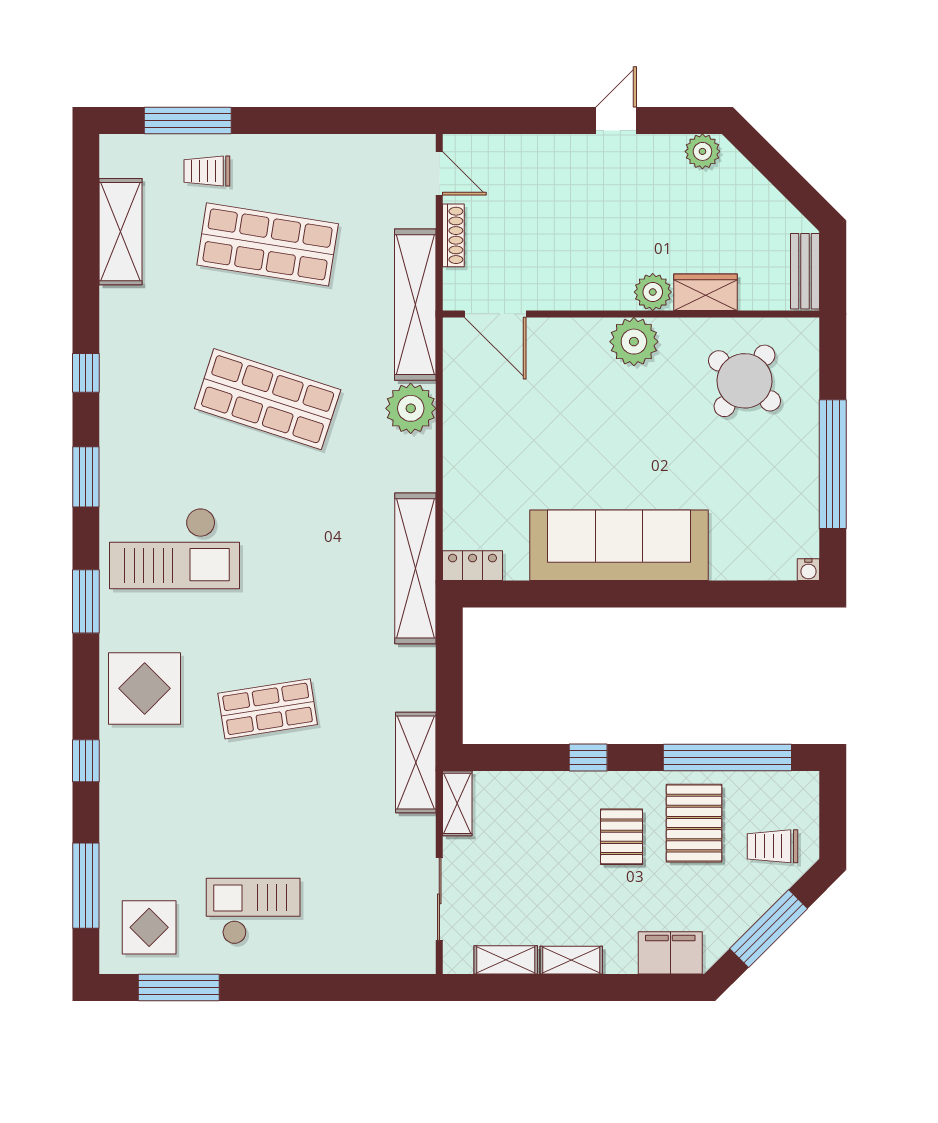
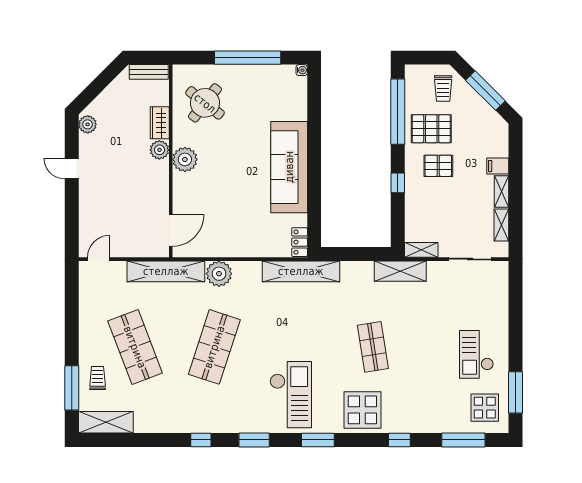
trolley: (207, 171) -> (98, 378), turned 180
shelving: (120, 232) -> (106, 422), moved
shoe rack: (453, 235) -> (131, 252), removed
shop shelf: (268, 244) -> (135, 347), turned -30
filing cabinet: (670, 953) -> (498, 166), moved, width x0.50

